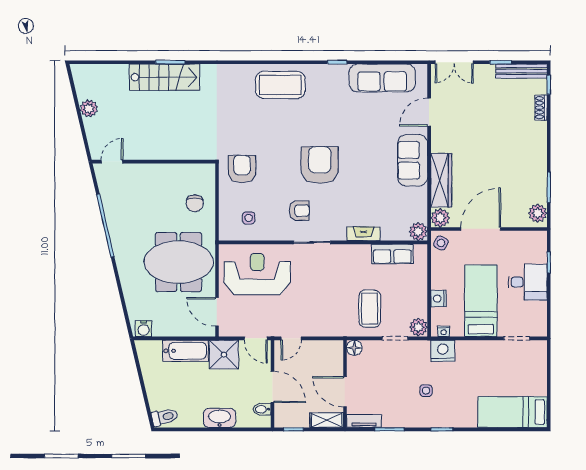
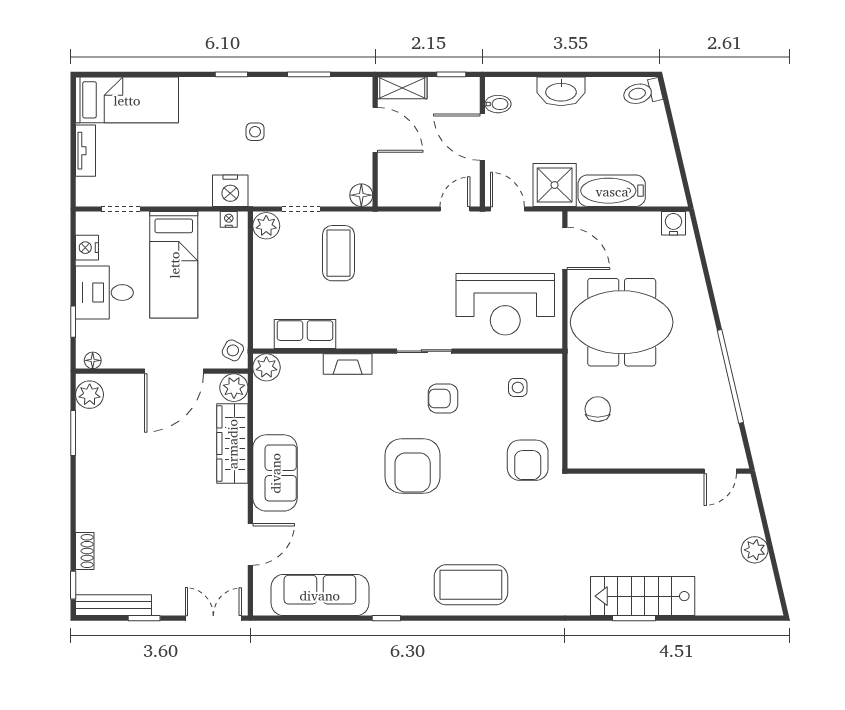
floor lamp: (536, 236) -> (93, 360), added
nightstand: (439, 298) -> (87, 248), moved, turned 180
tv unit: (364, 421) -> (86, 151), moved, turned -90

